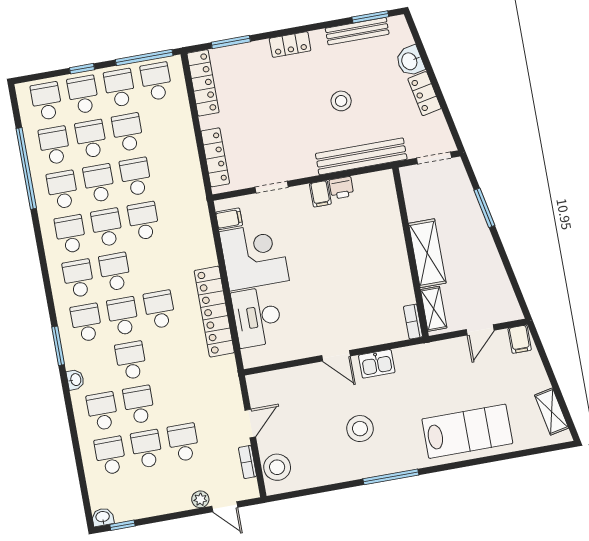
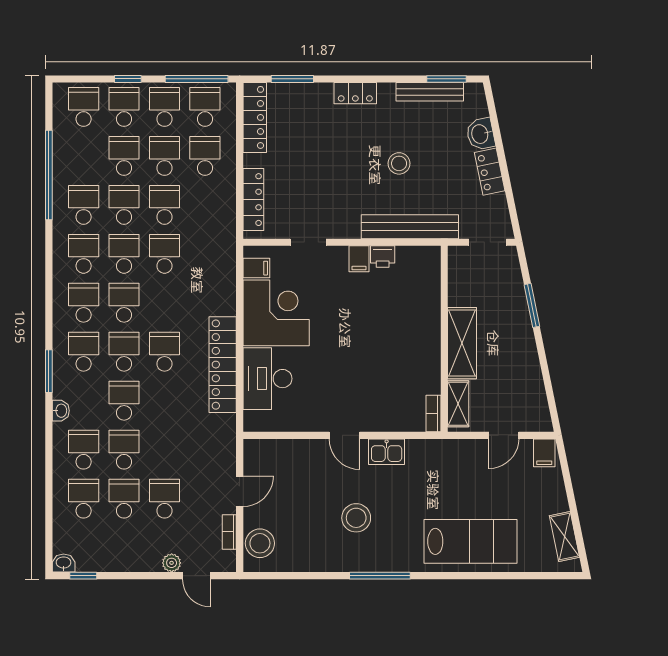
school desk: (54, 145) -> (205, 156), moved

